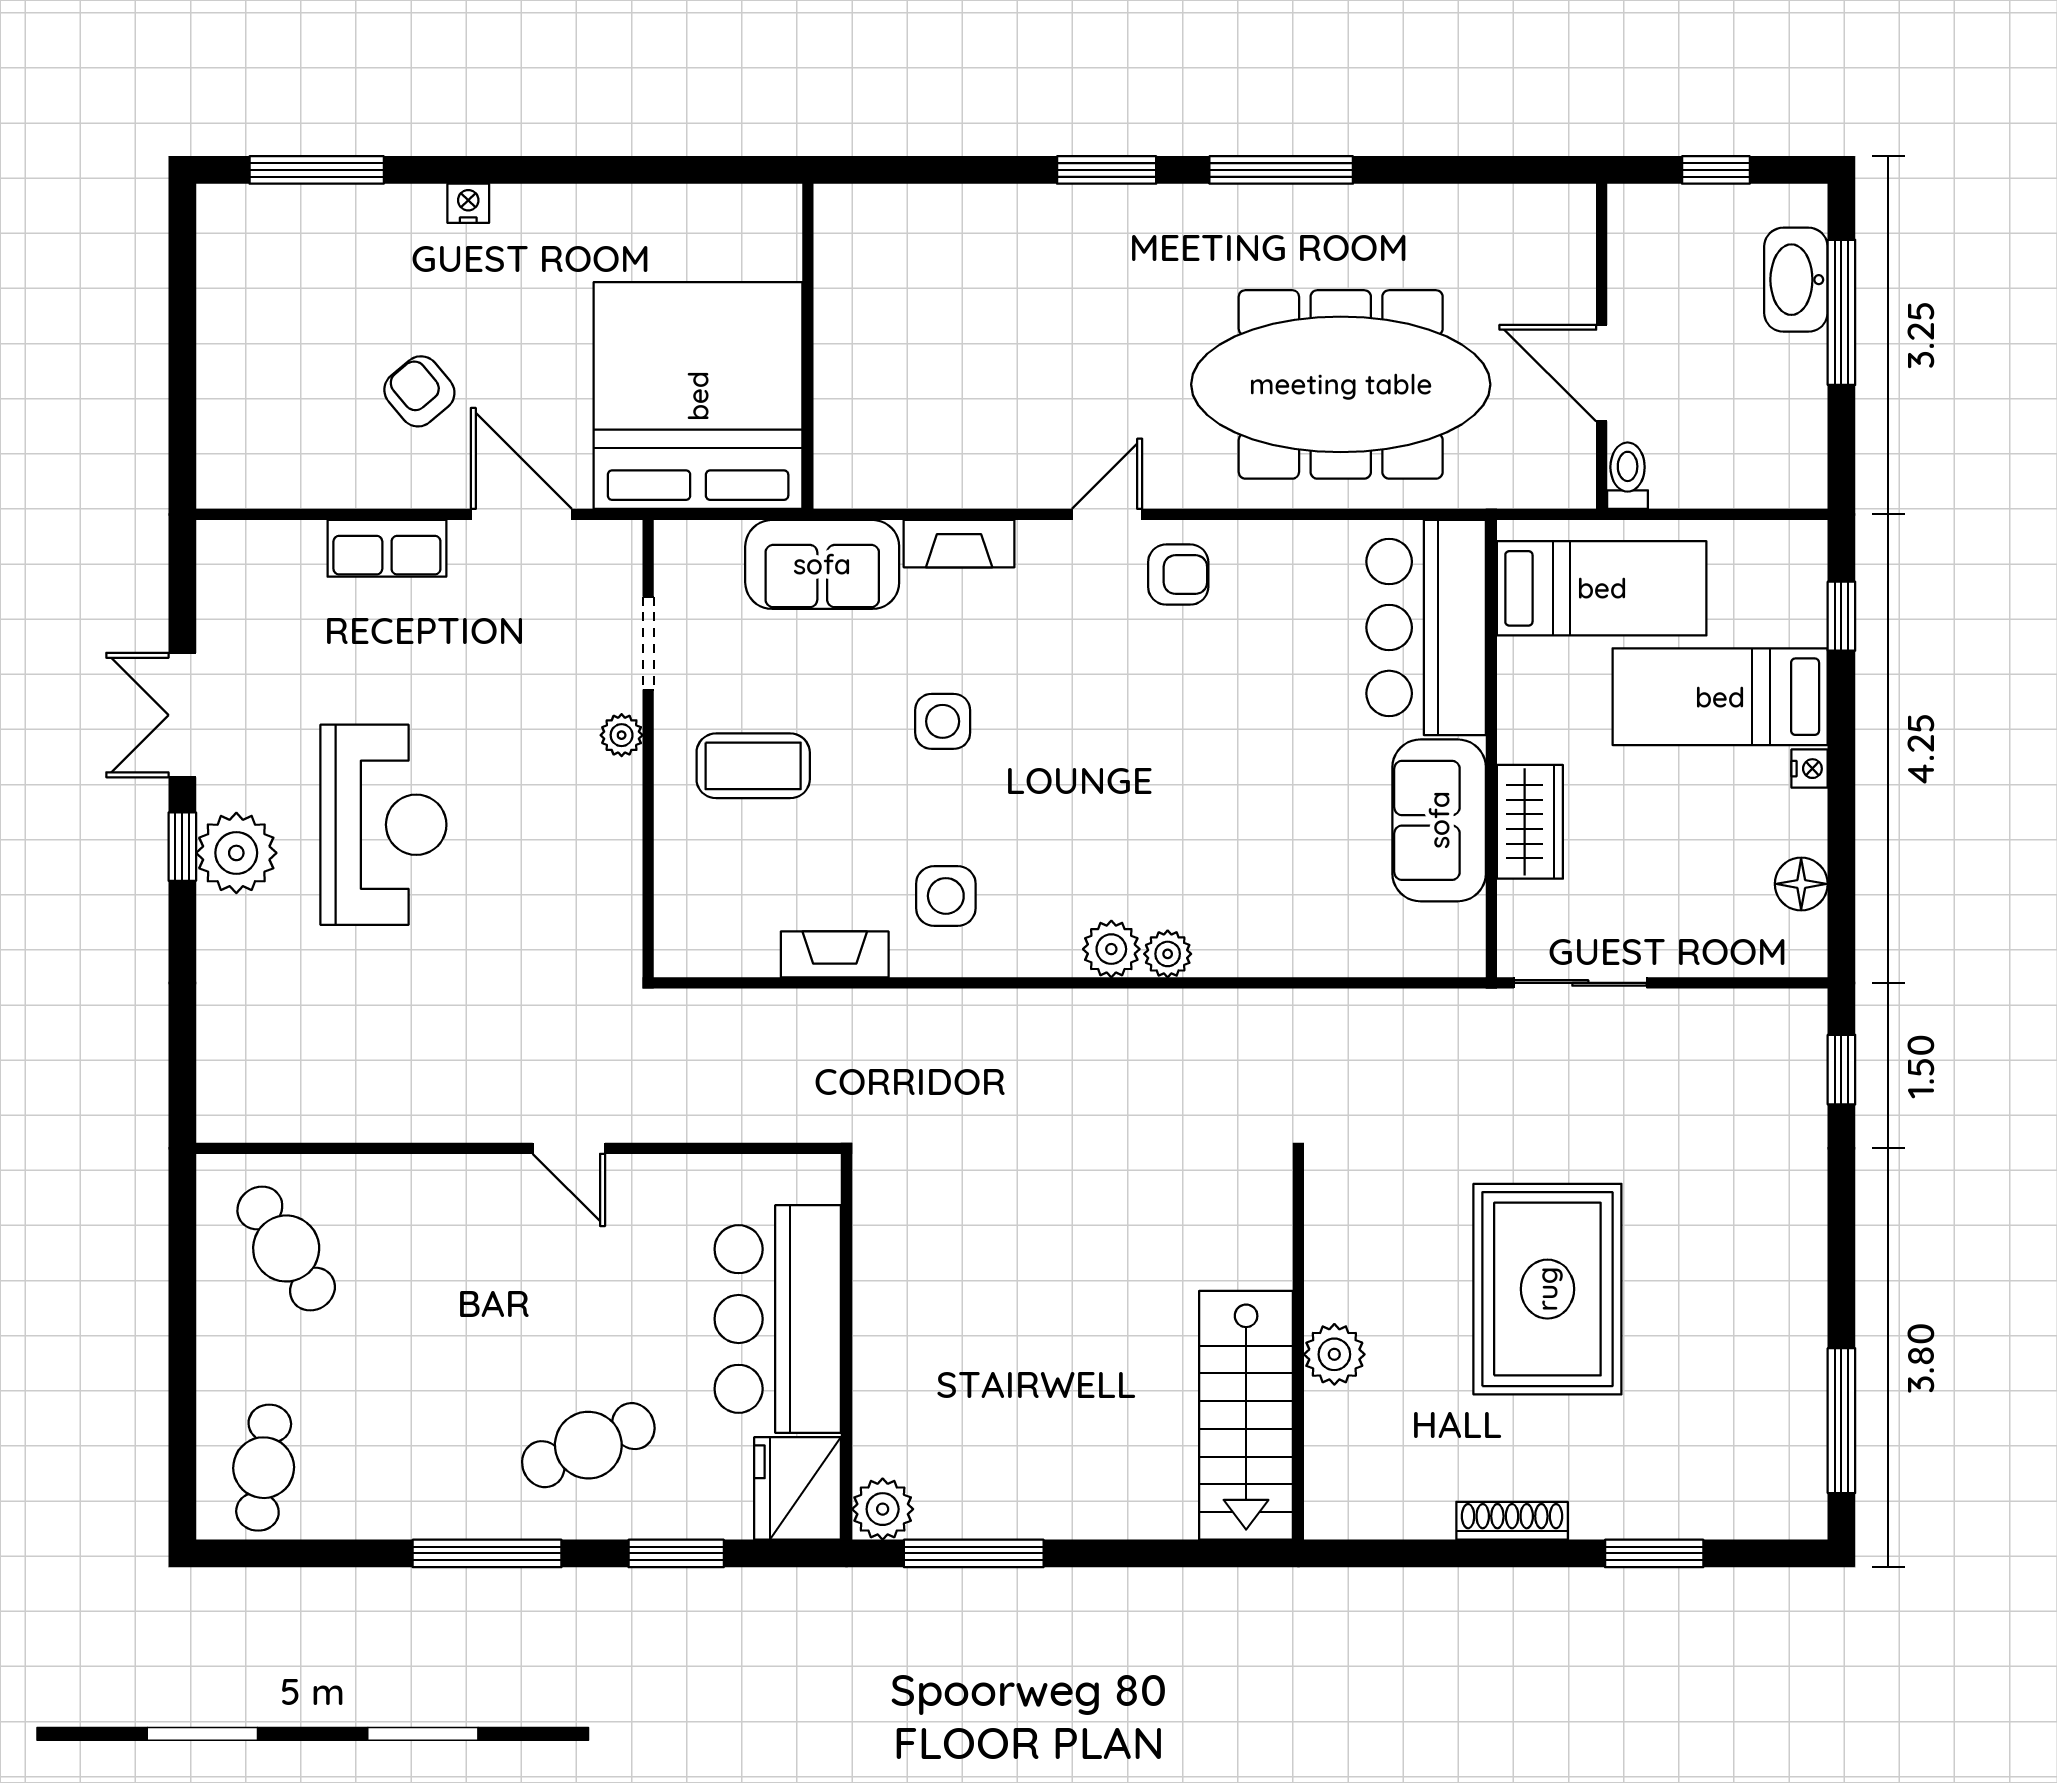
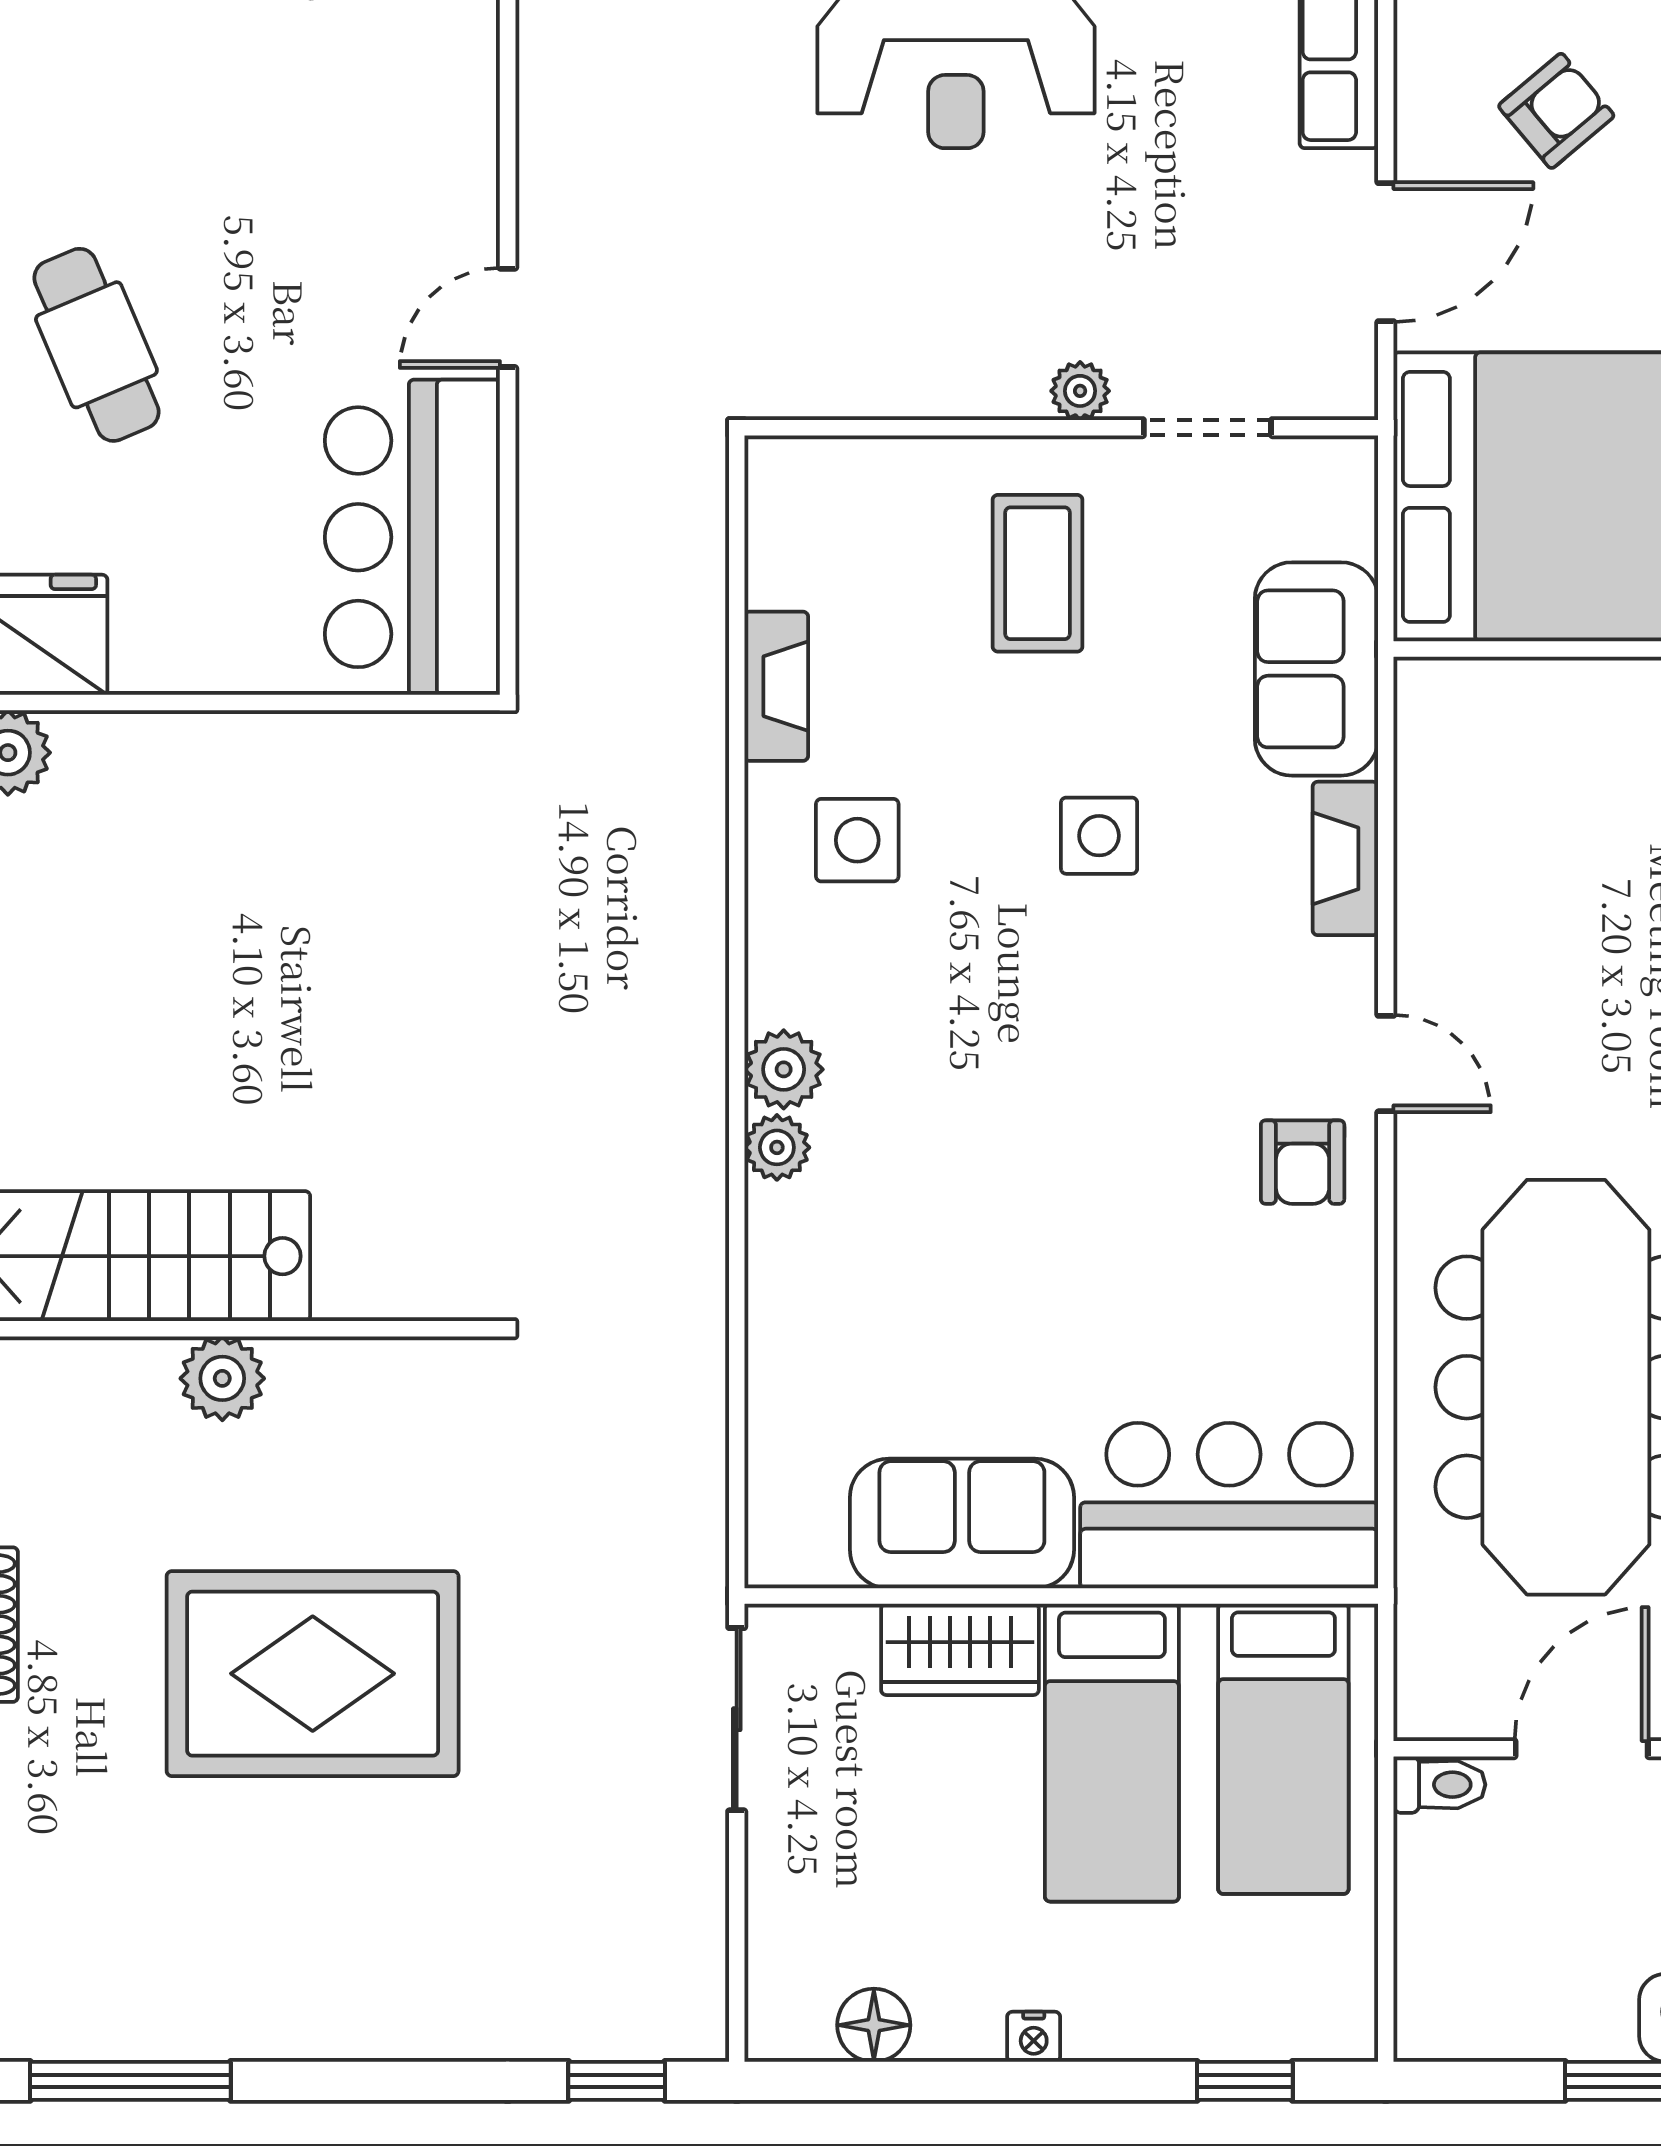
bed: (1720, 697) -> (1112, 1753), moved, turned 180
bar counter: (778, 1319) -> (412, 537), moved, turned -90

